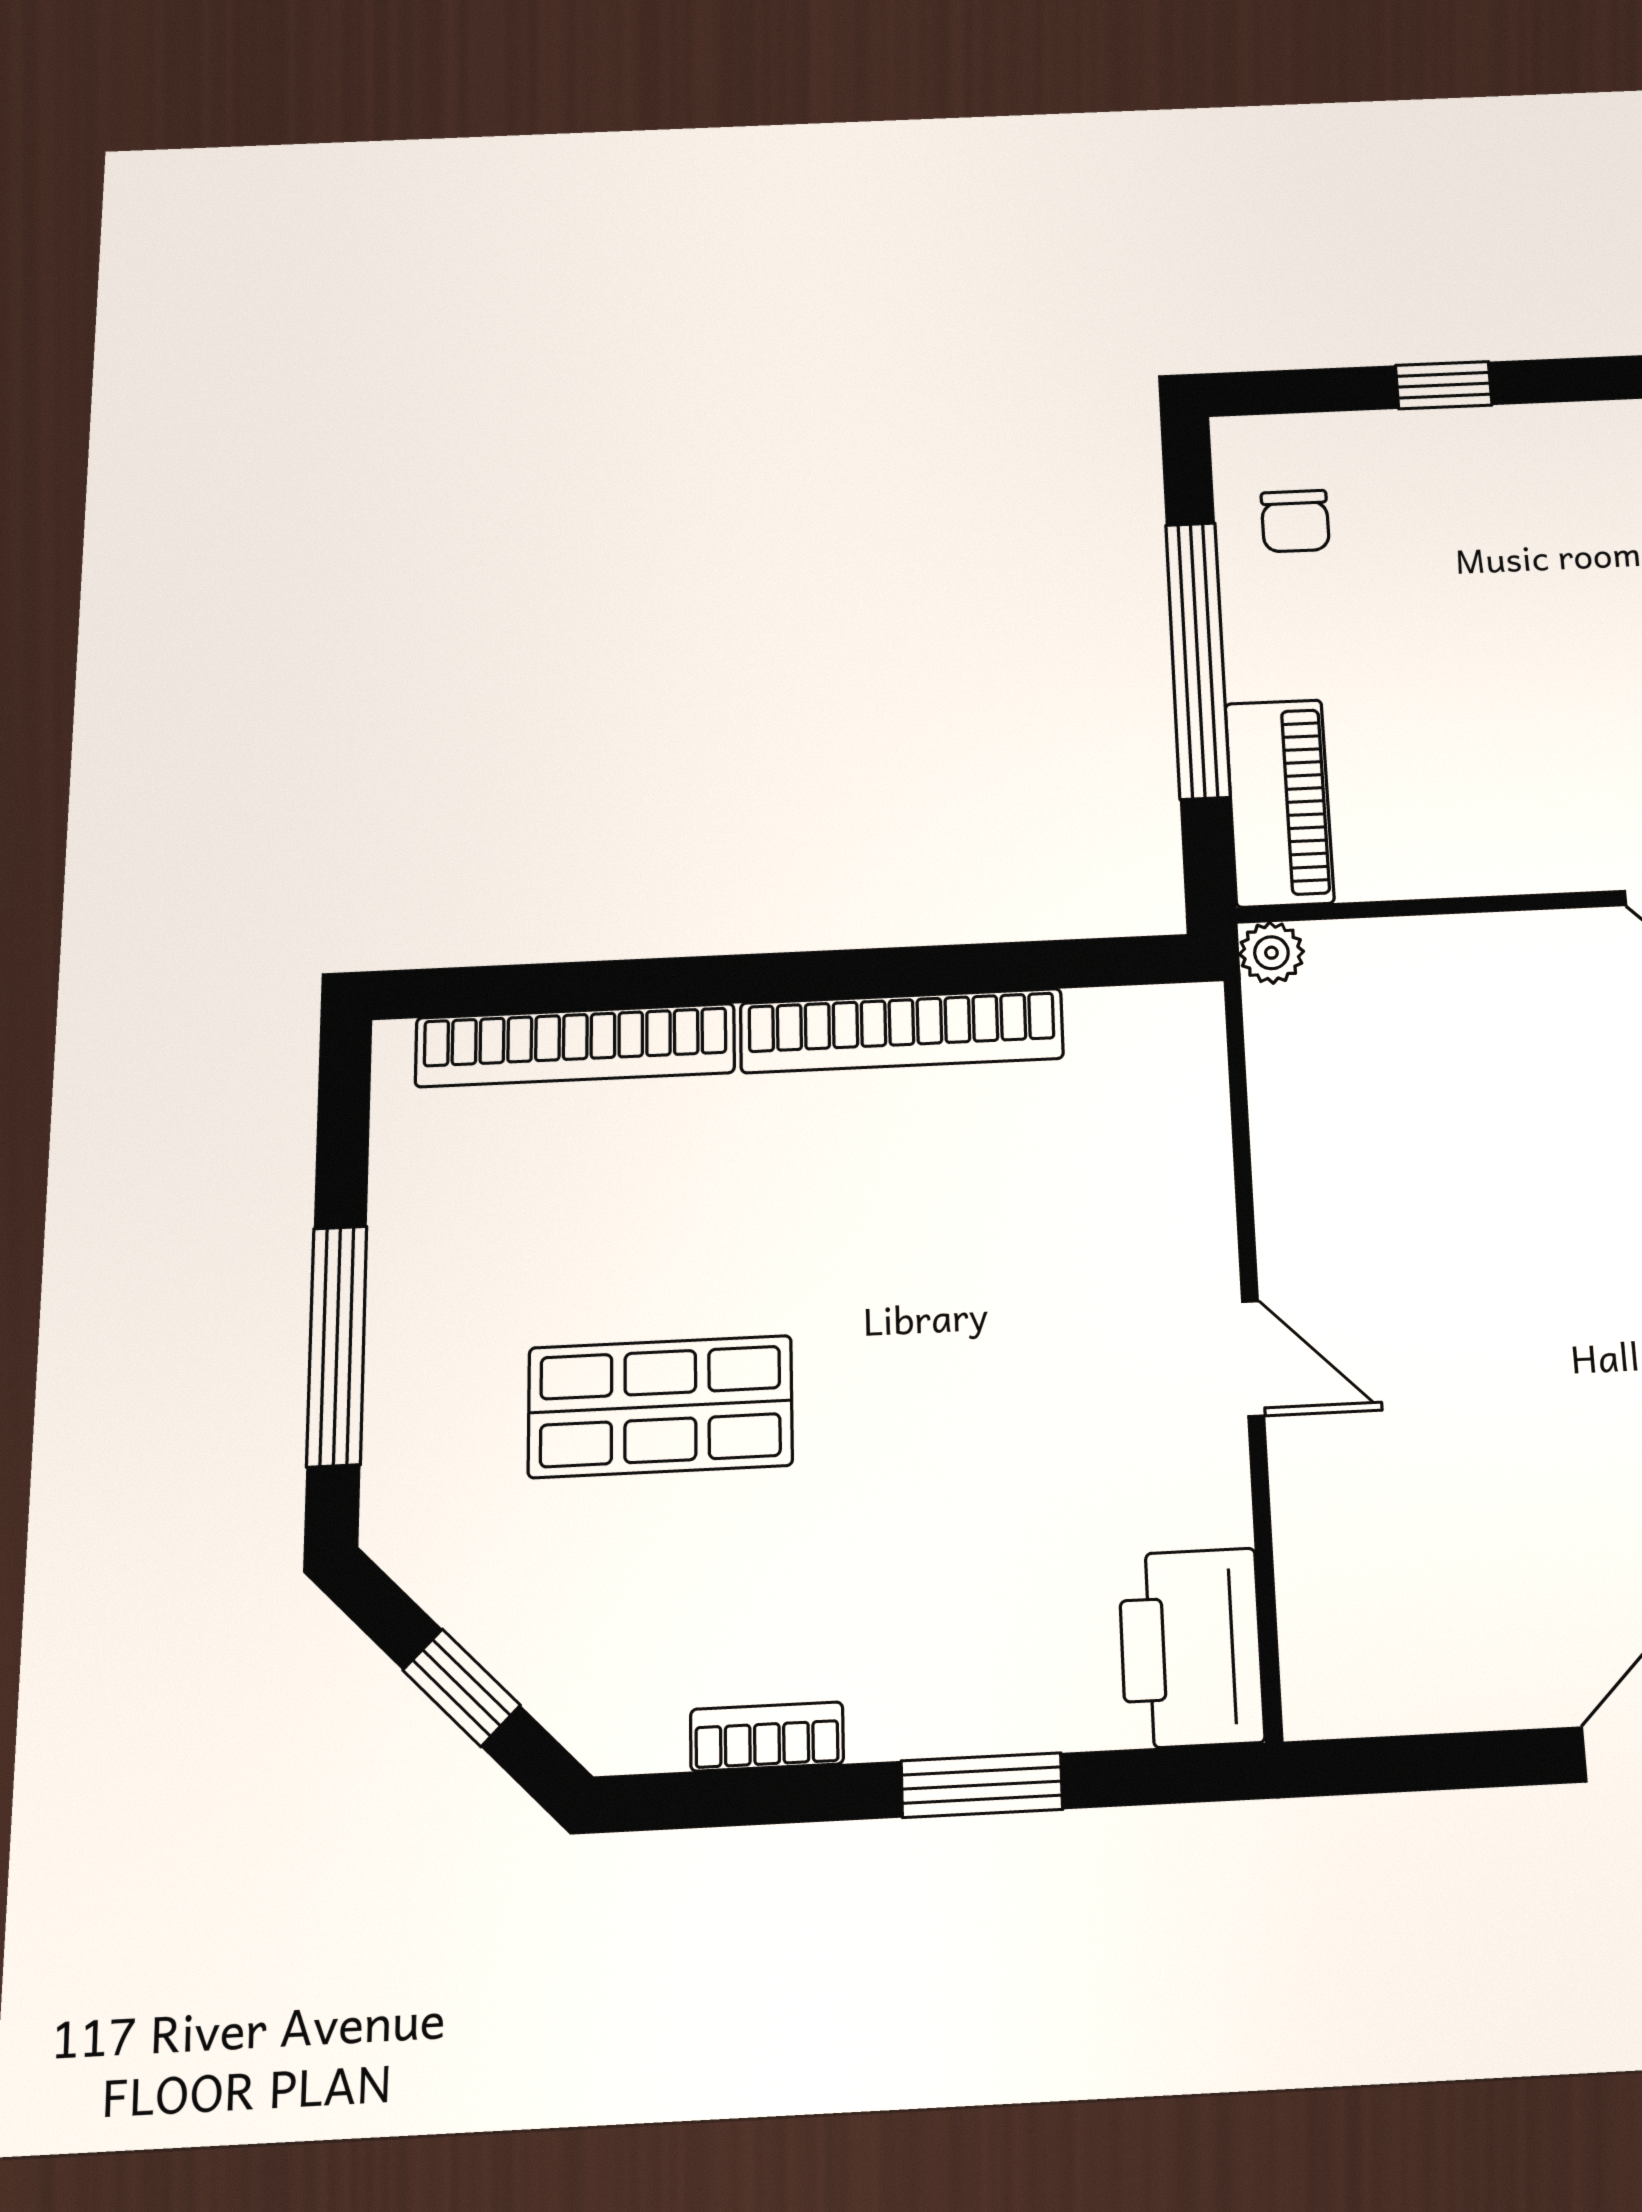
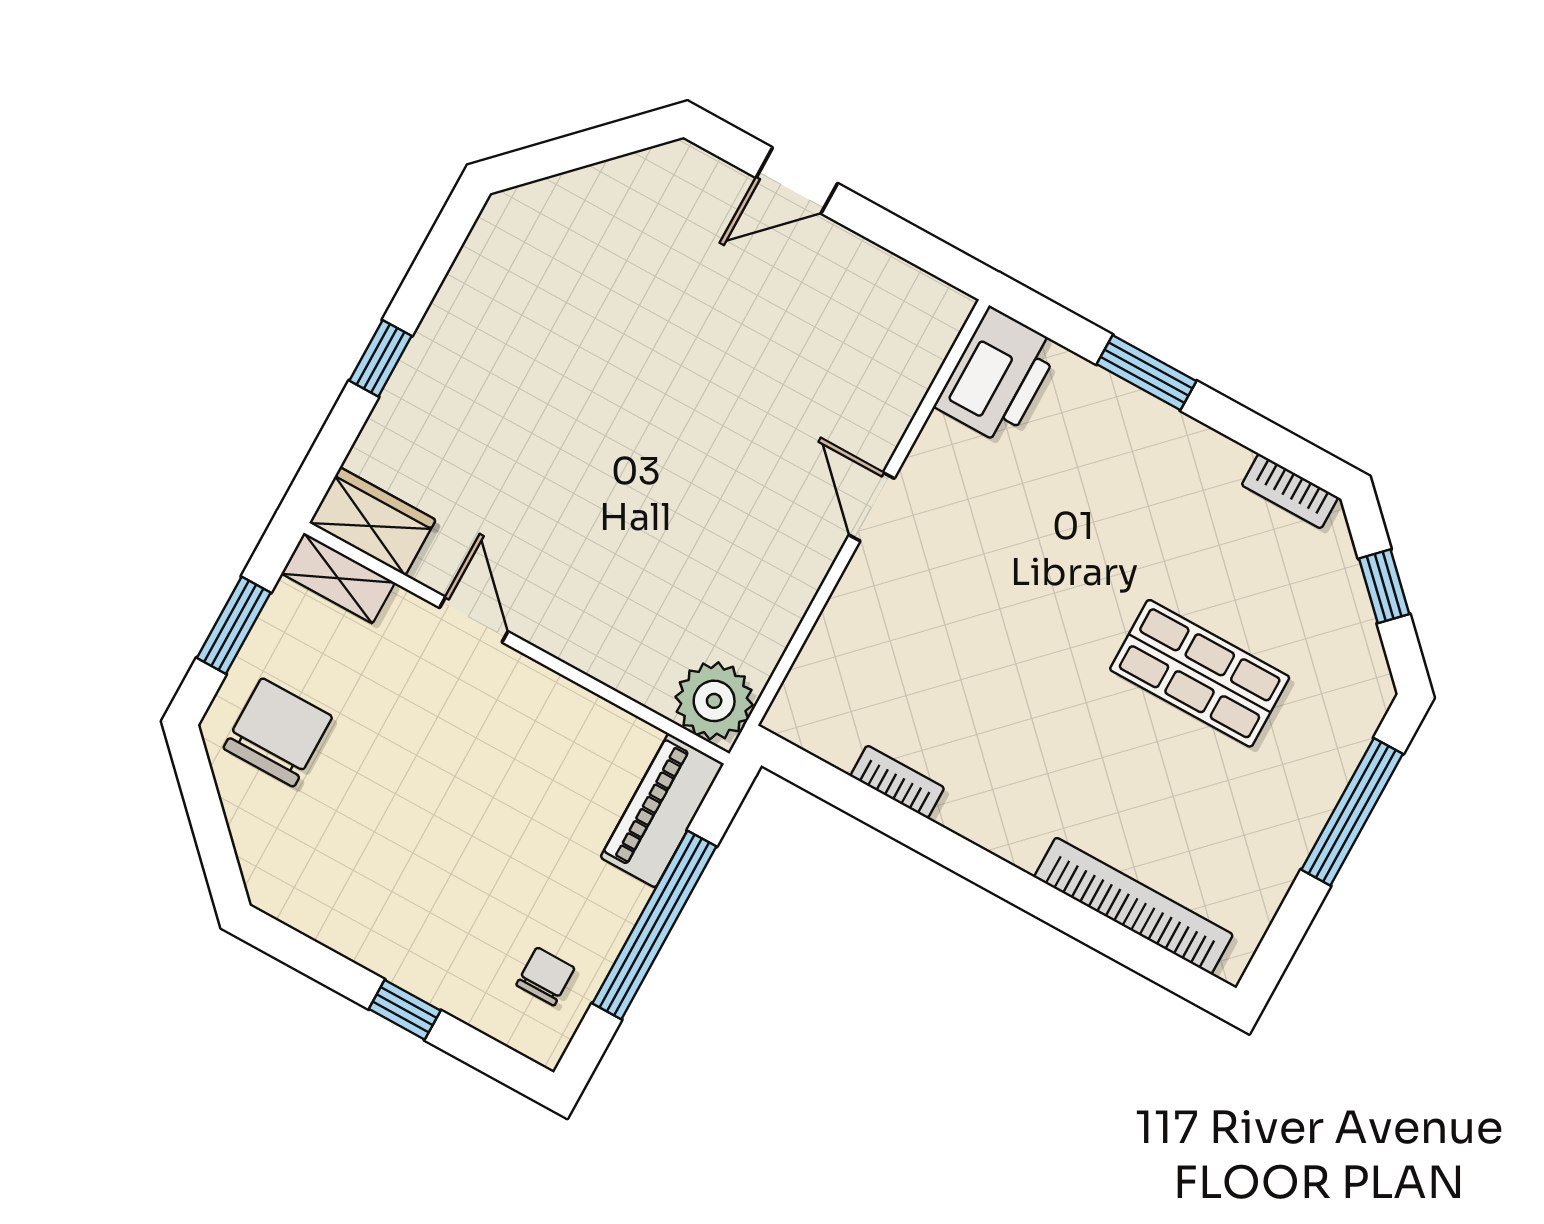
plant: (1271, 953) -> (714, 701), width x1.88, depth x1.88
bookcase: (902, 1031) -> (897, 782), width x0.43, depth x0.76
bookcase: (767, 1737) -> (1290, 491), moved

